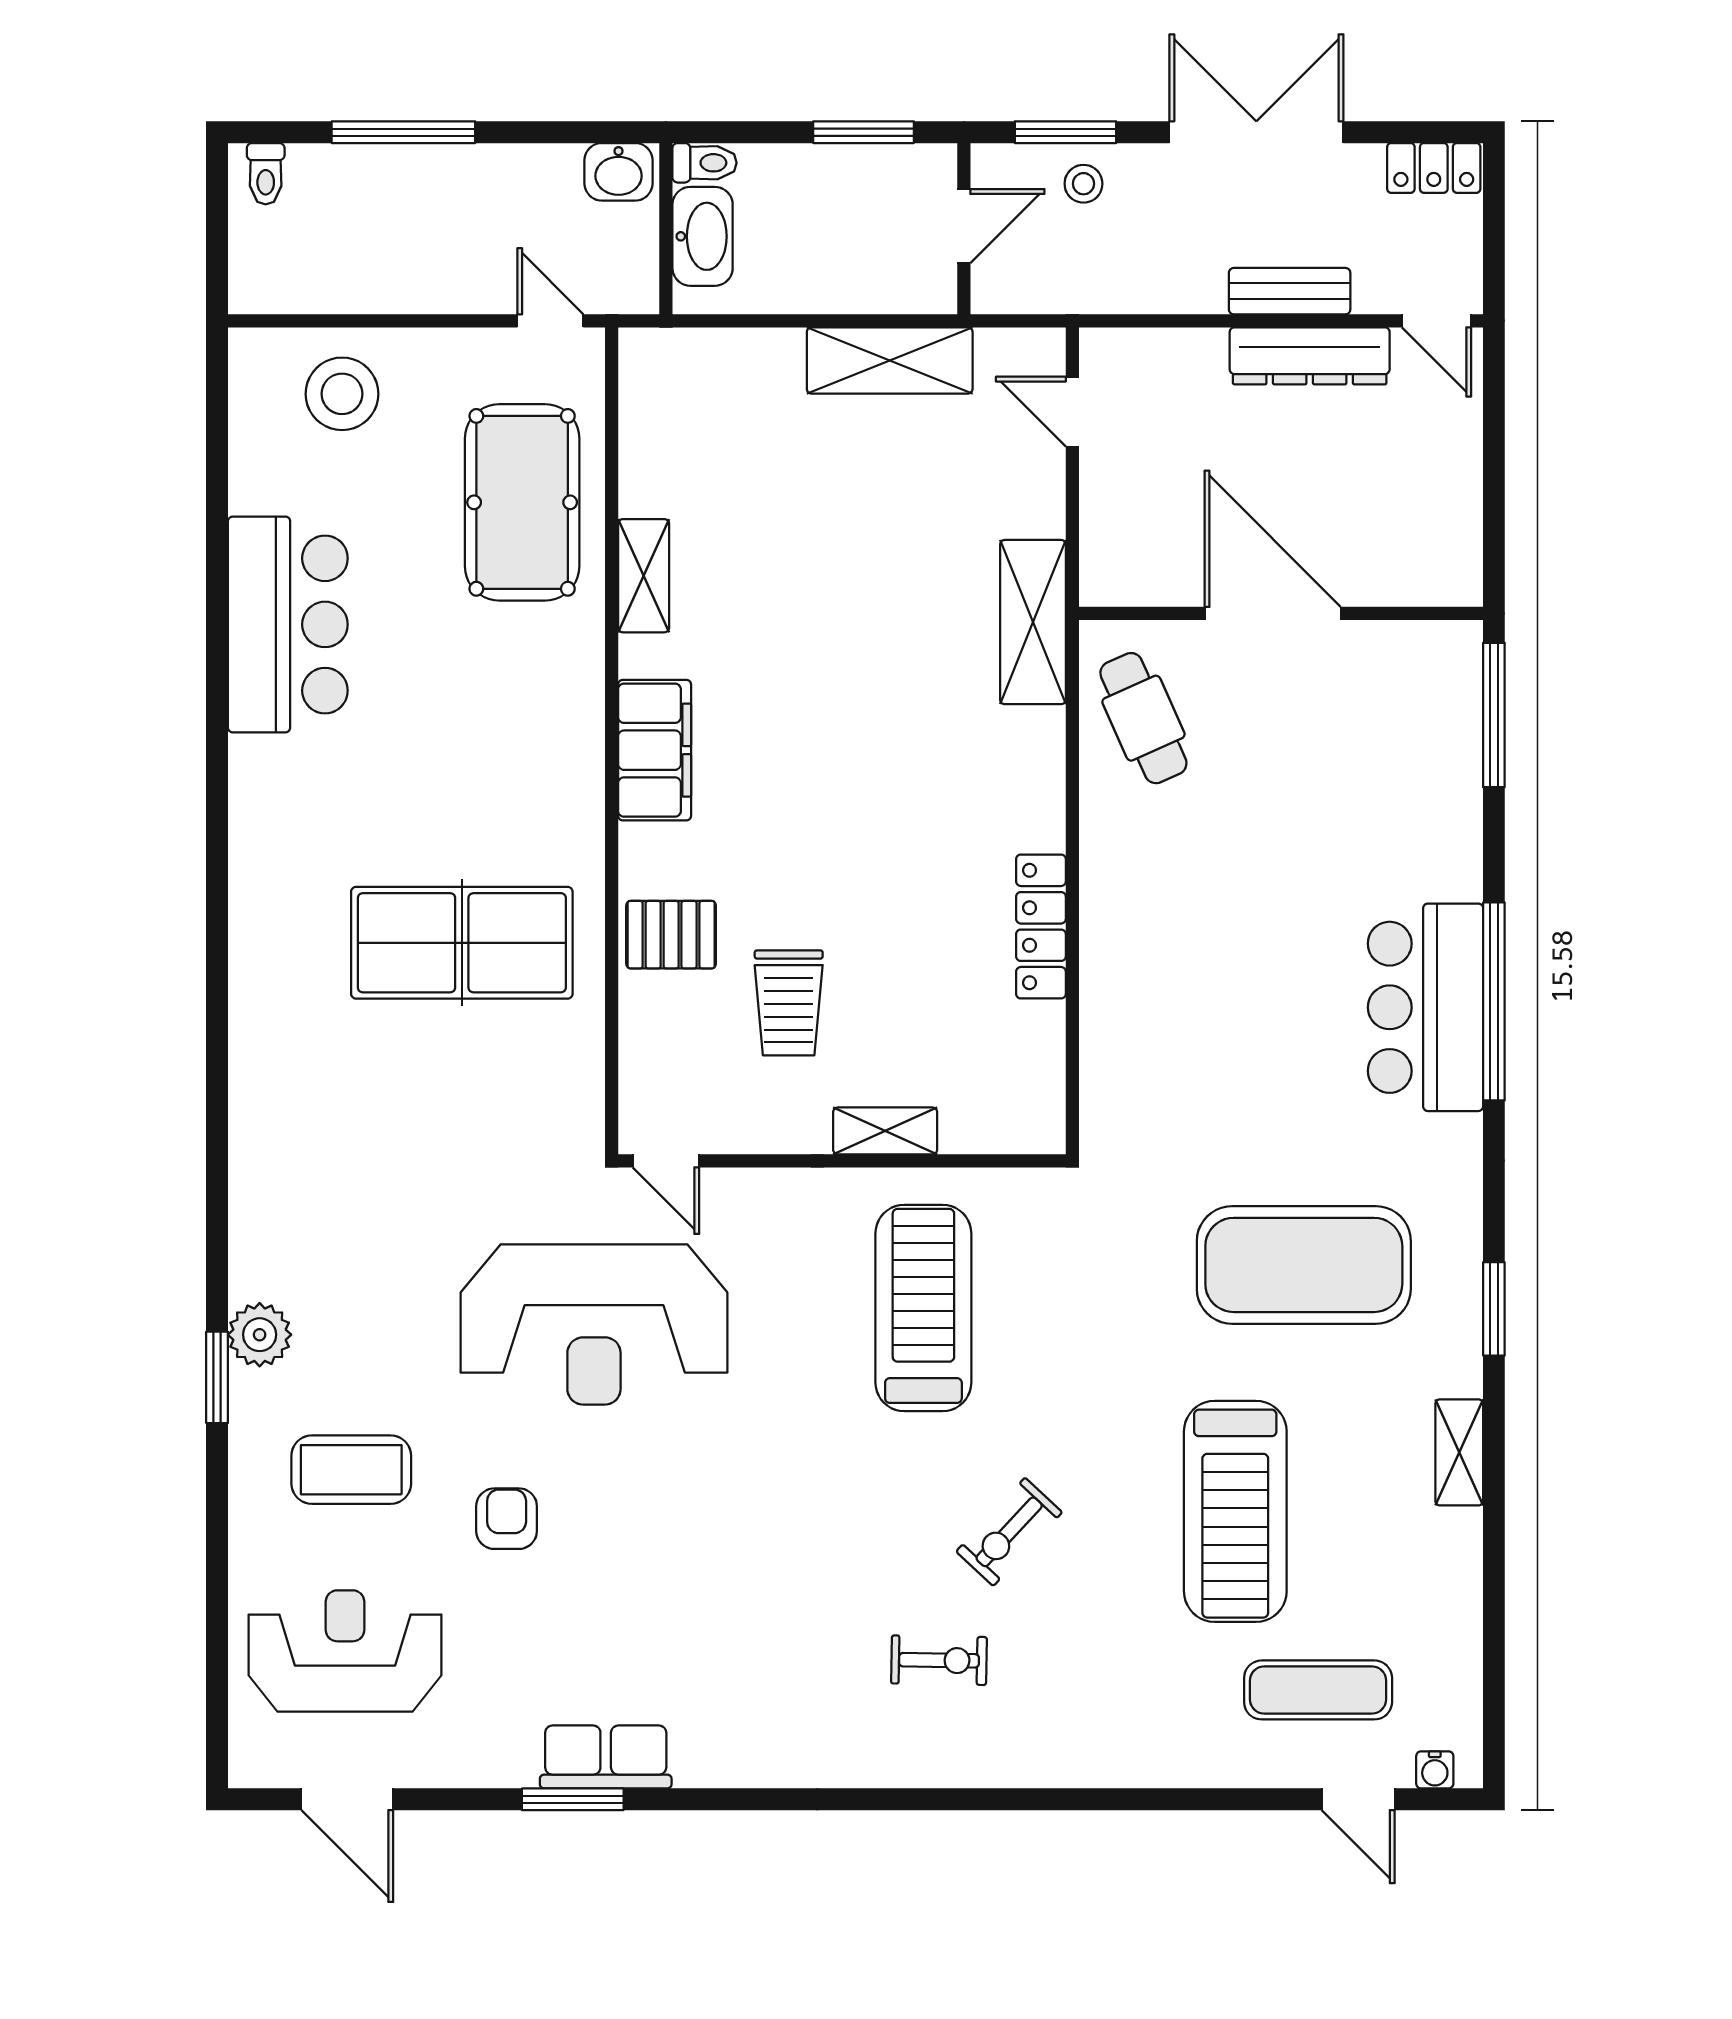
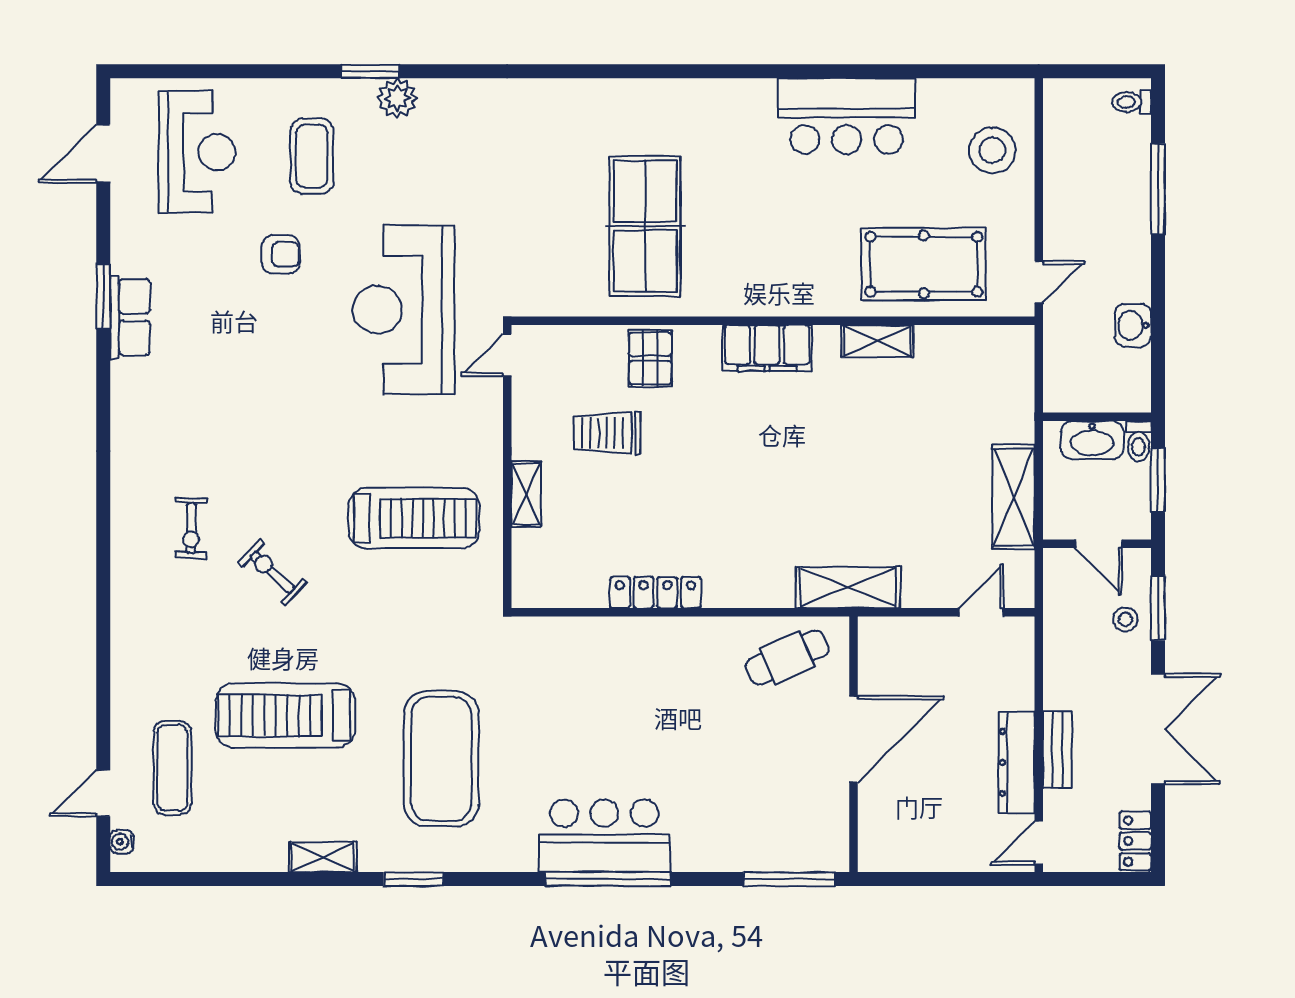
toilet: (704, 163) -> (1139, 441), moved
wall: (666, 229) -> (1097, 417), moved
washbasin: (703, 236) -> (1092, 440), moved

